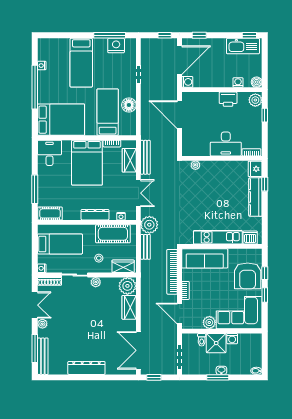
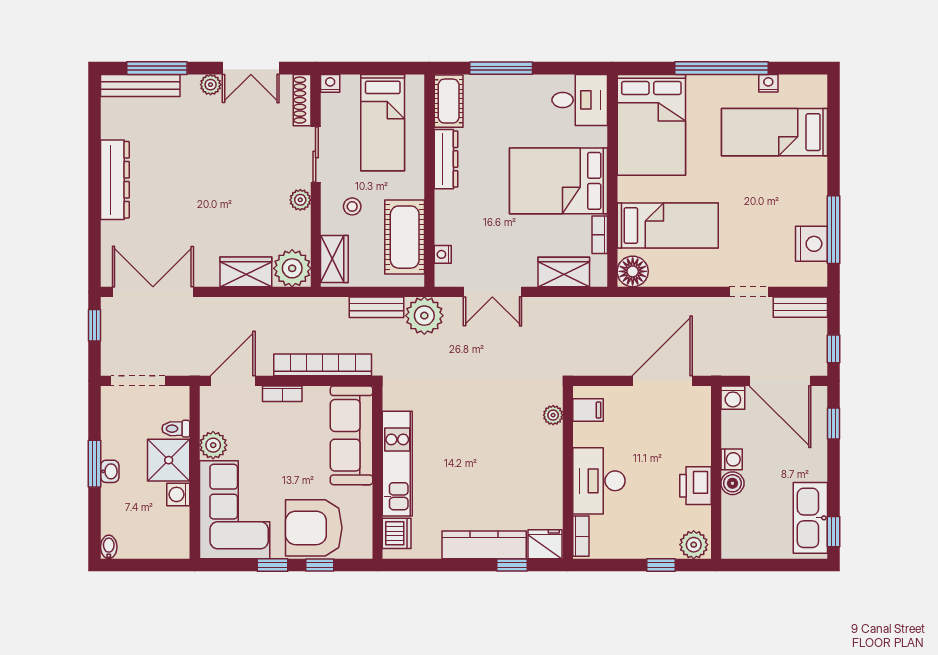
bed: (81, 63) -> (774, 132), moved
boiler: (257, 82) -> (732, 483), moved
washing machine: (238, 83) -> (732, 459), moved
floor lamp: (129, 105) -> (633, 271), moved
filing cabinet: (193, 149) -> (588, 410), added
bench: (145, 157) -> (800, 307), moved, width x0.73
dresser: (95, 215) -> (446, 159), moved

